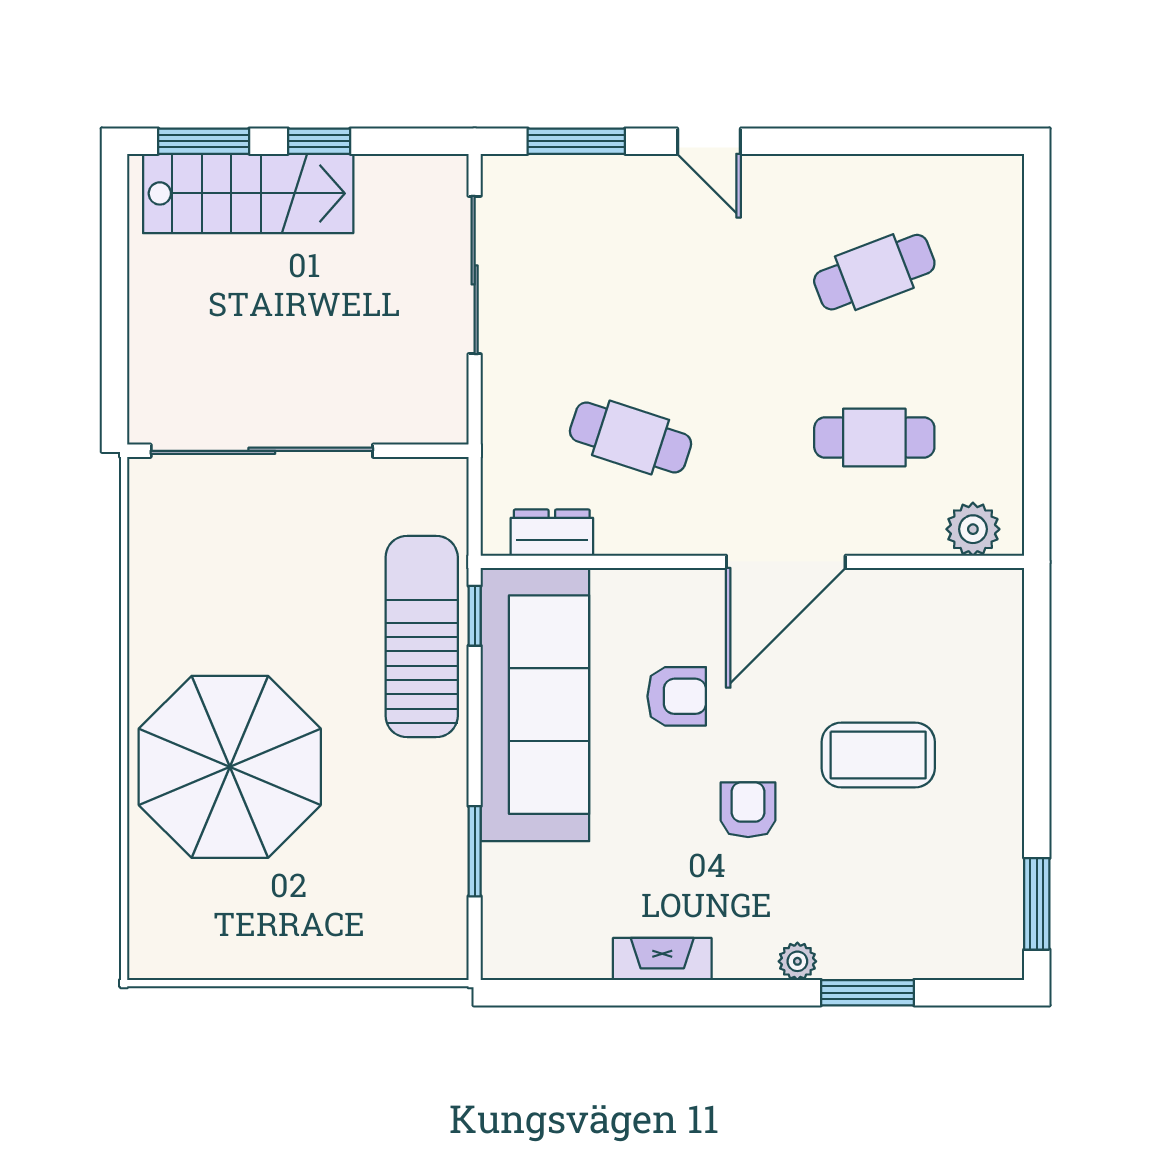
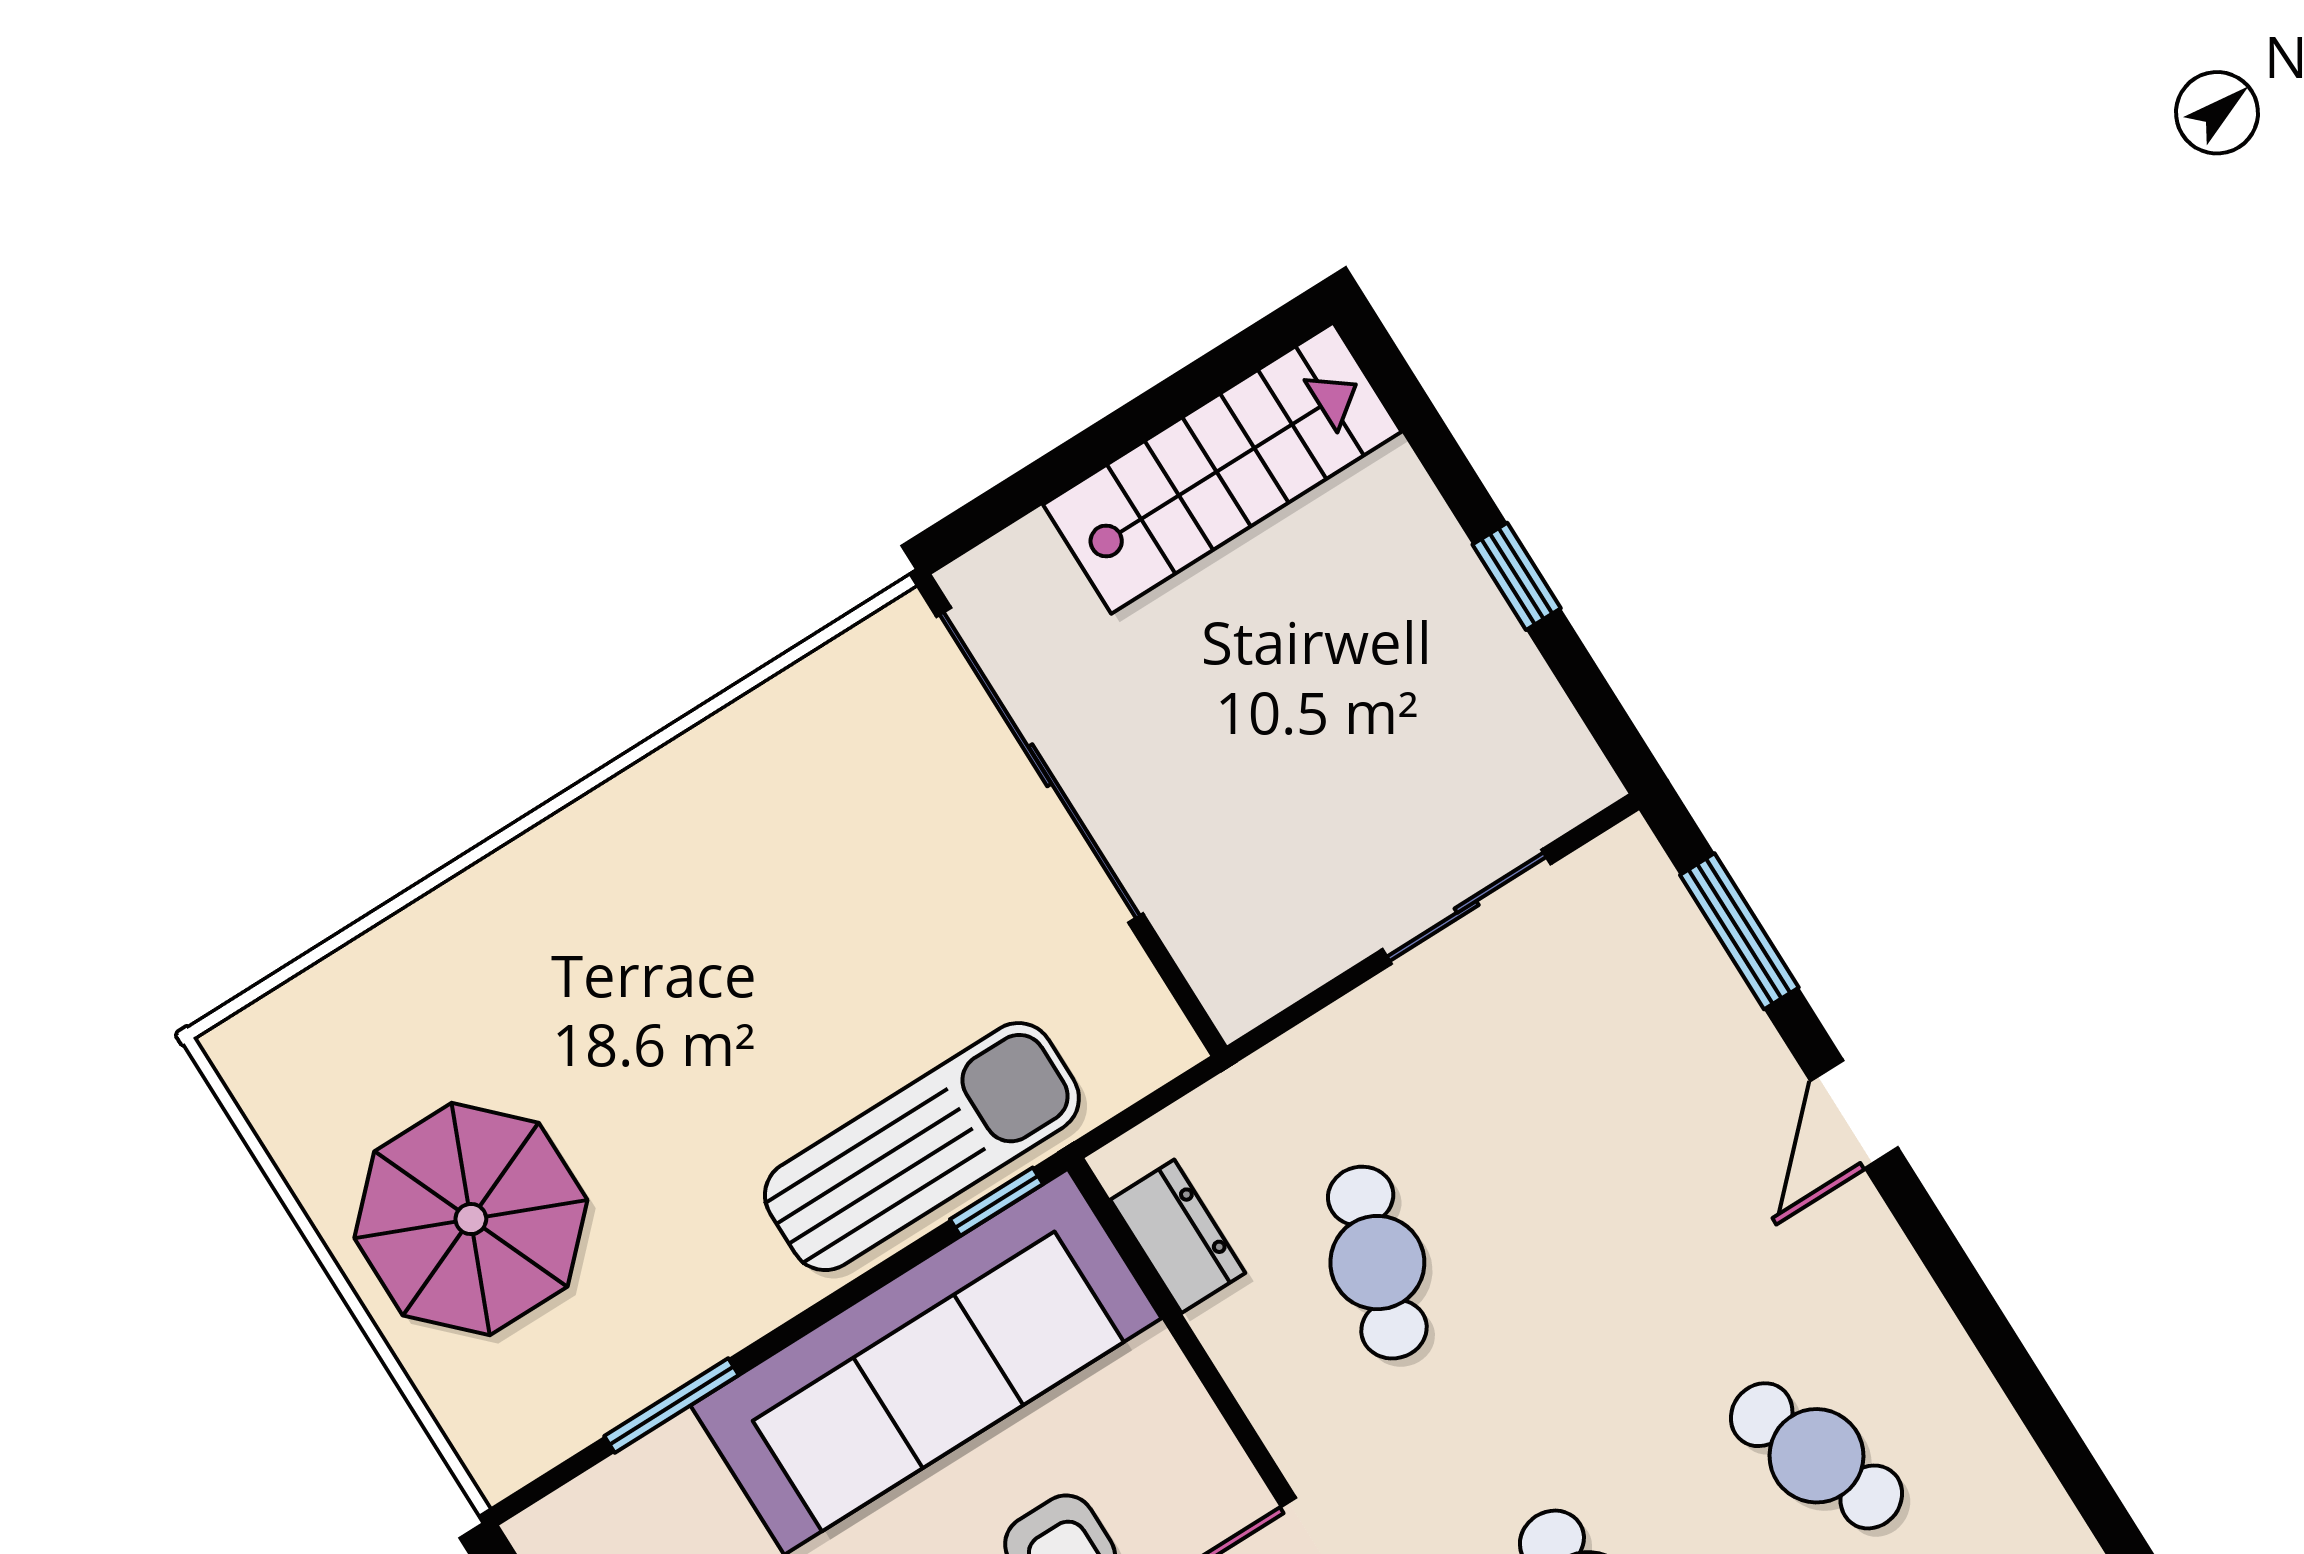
window: (204, 141) -> (1417, 417), removed
stairs: (248, 193) -> (1222, 468), moved, turned -90
sliding door: (475, 275) -> (1467, 907), width x0.73
parasol: (230, 767) -> (471, 1219), moved, width x0.73, depth x0.73

